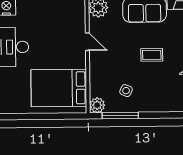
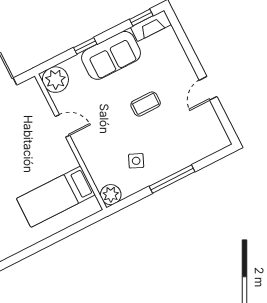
bed: (59, 88) -> (56, 197), width x0.67
window: (120, 115) -> (172, 179), moved

